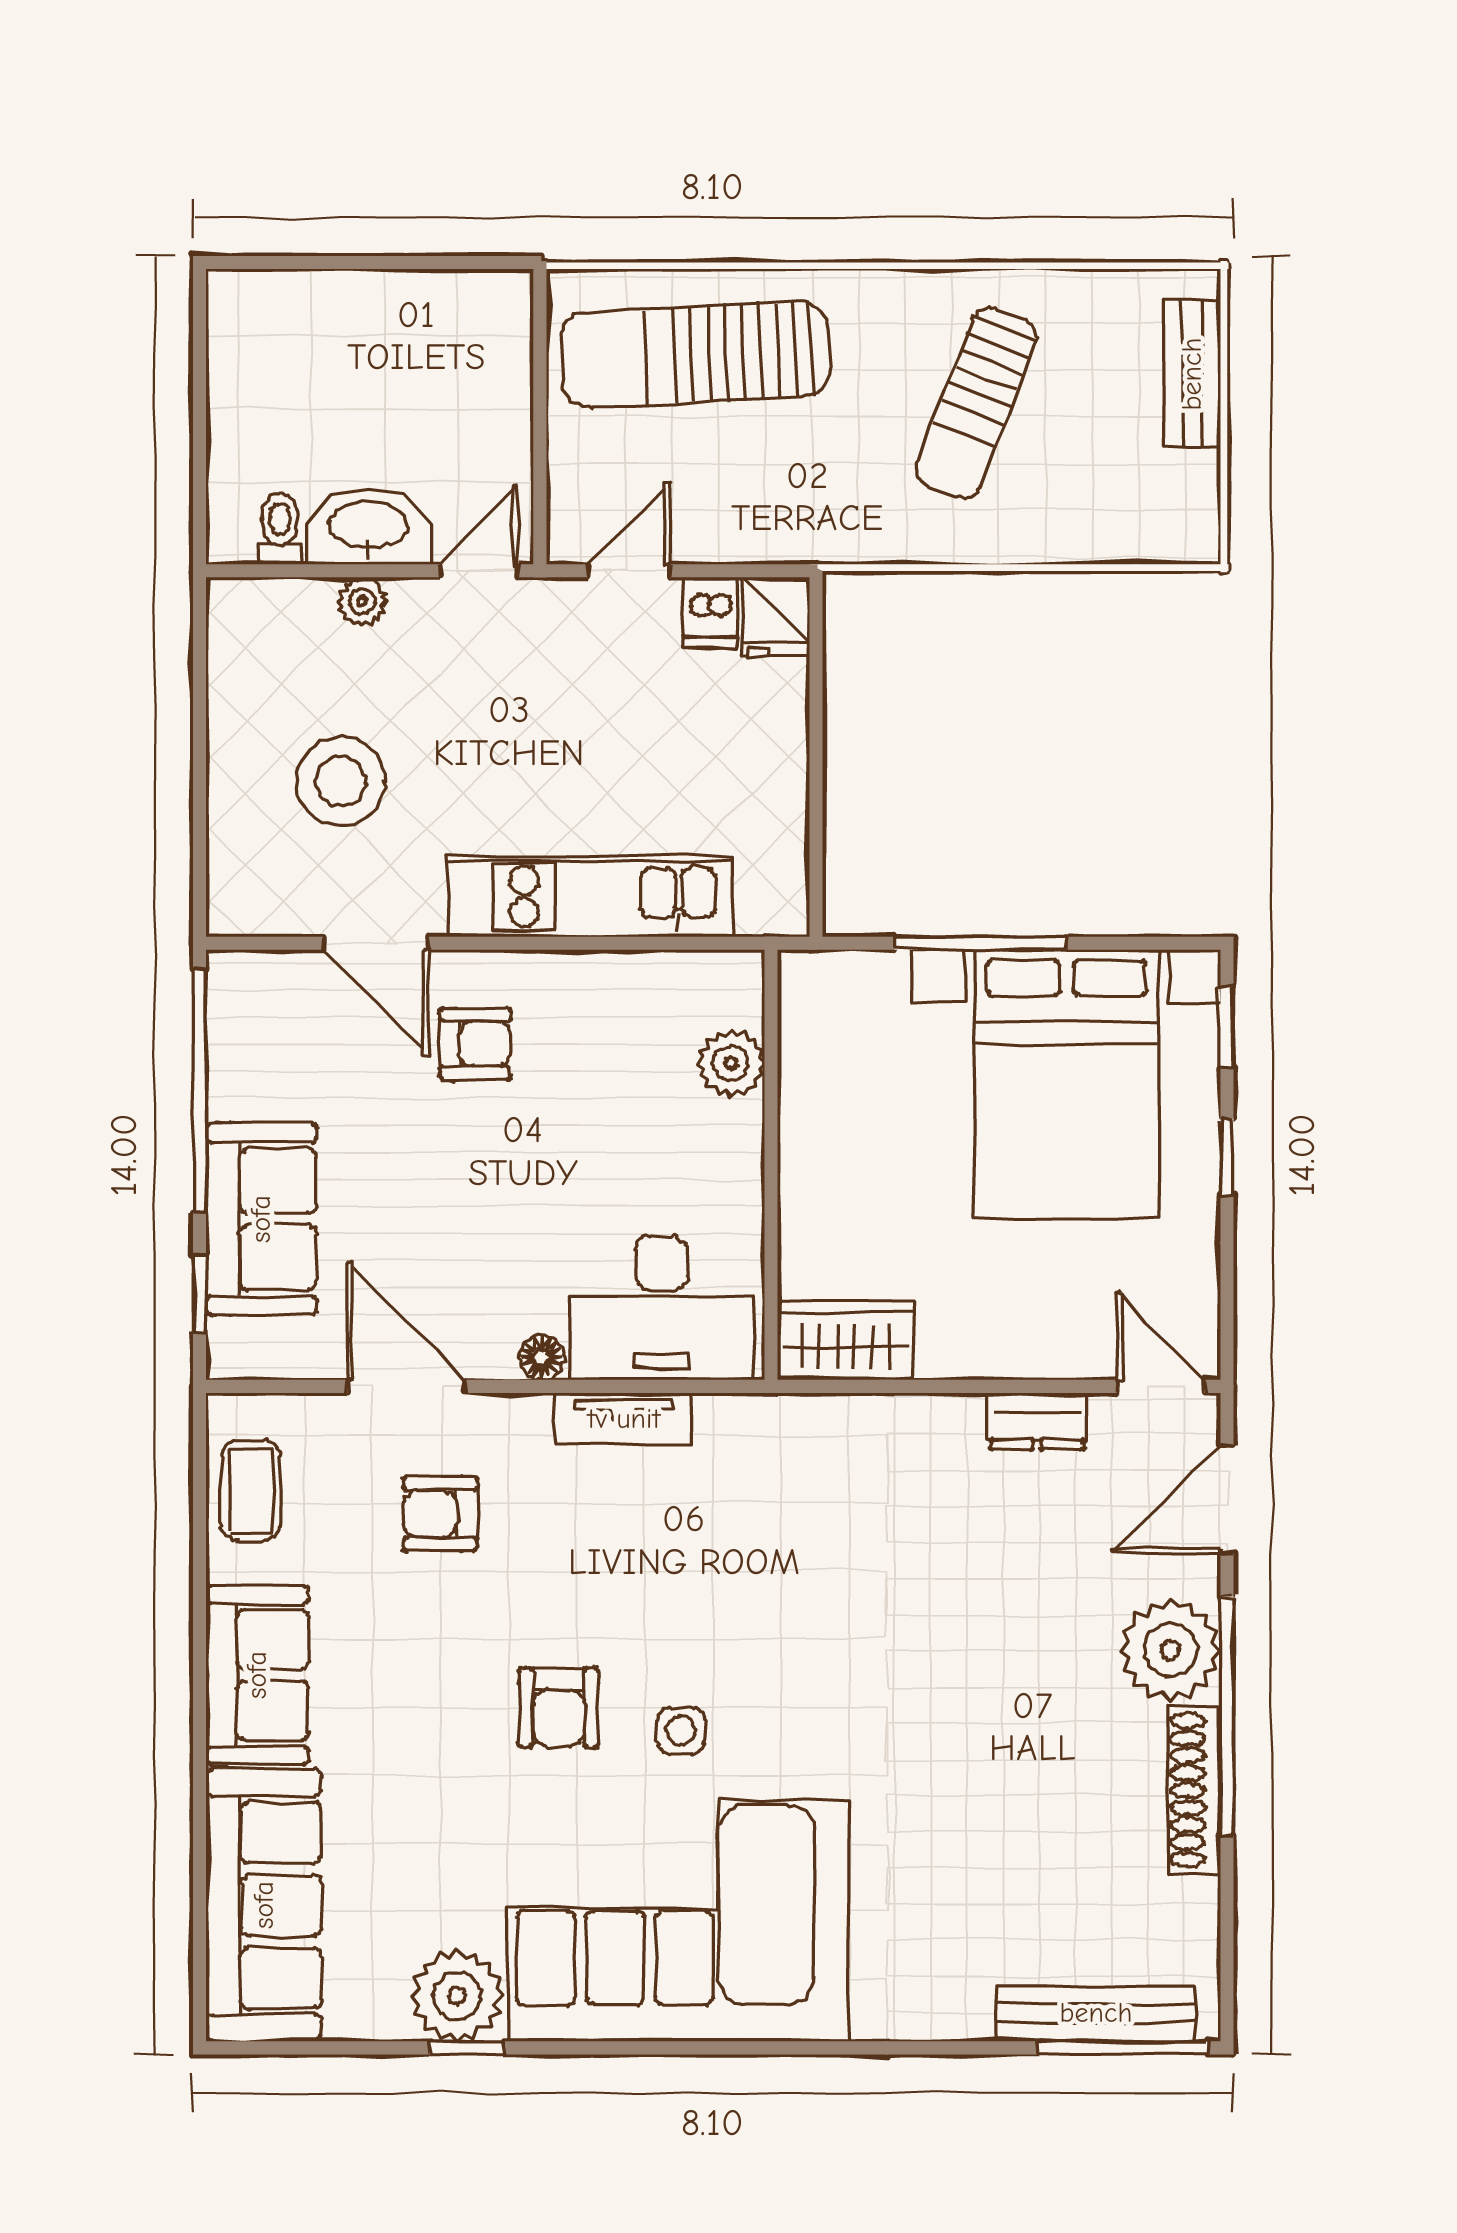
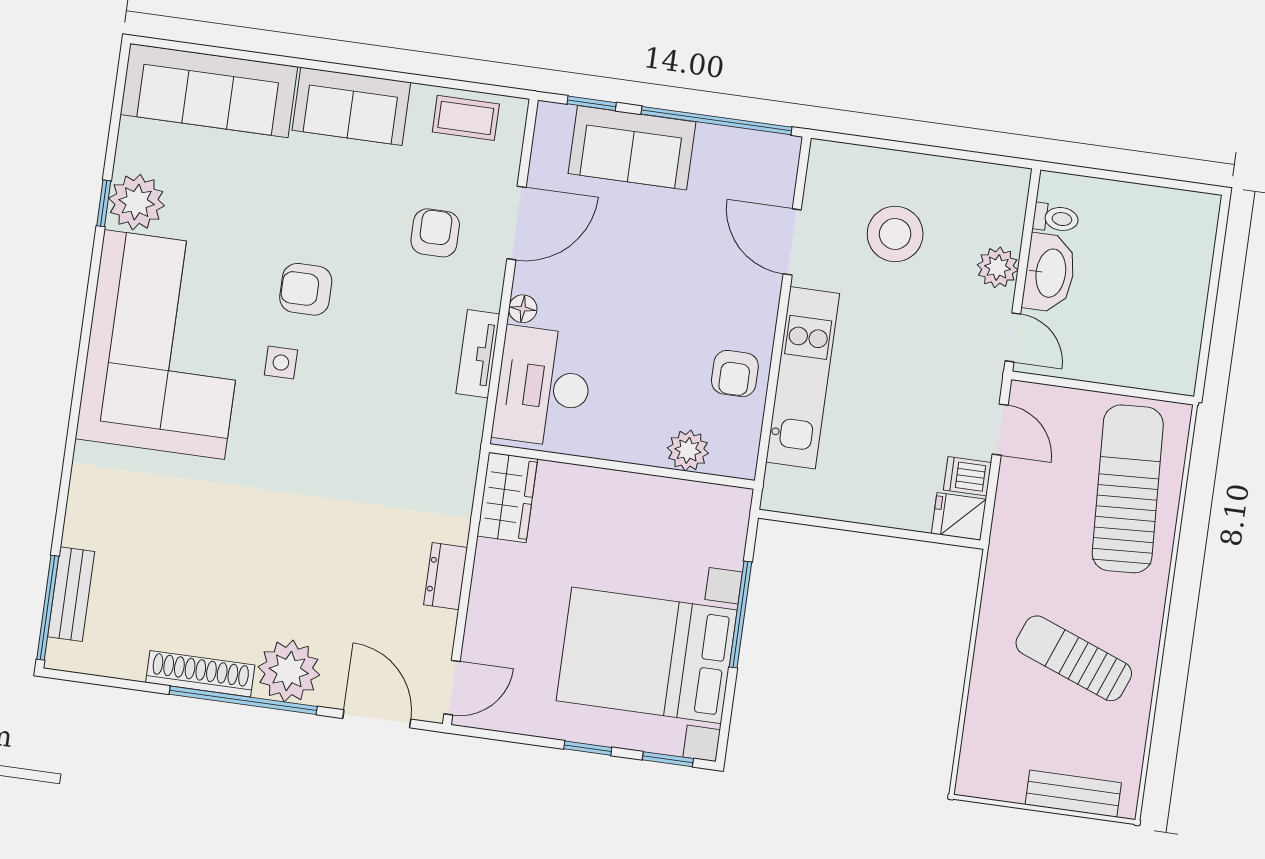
plant: (362, 601) -> (998, 267), width x1.38, depth x1.38
door: (376, 943) -> (792, 242), hinge flipped
armchair: (475, 1044) -> (735, 374), moved
dresser: (1037, 1421) -> (446, 576), moved
bench: (1096, 2013) -> (71, 594), width x0.73

